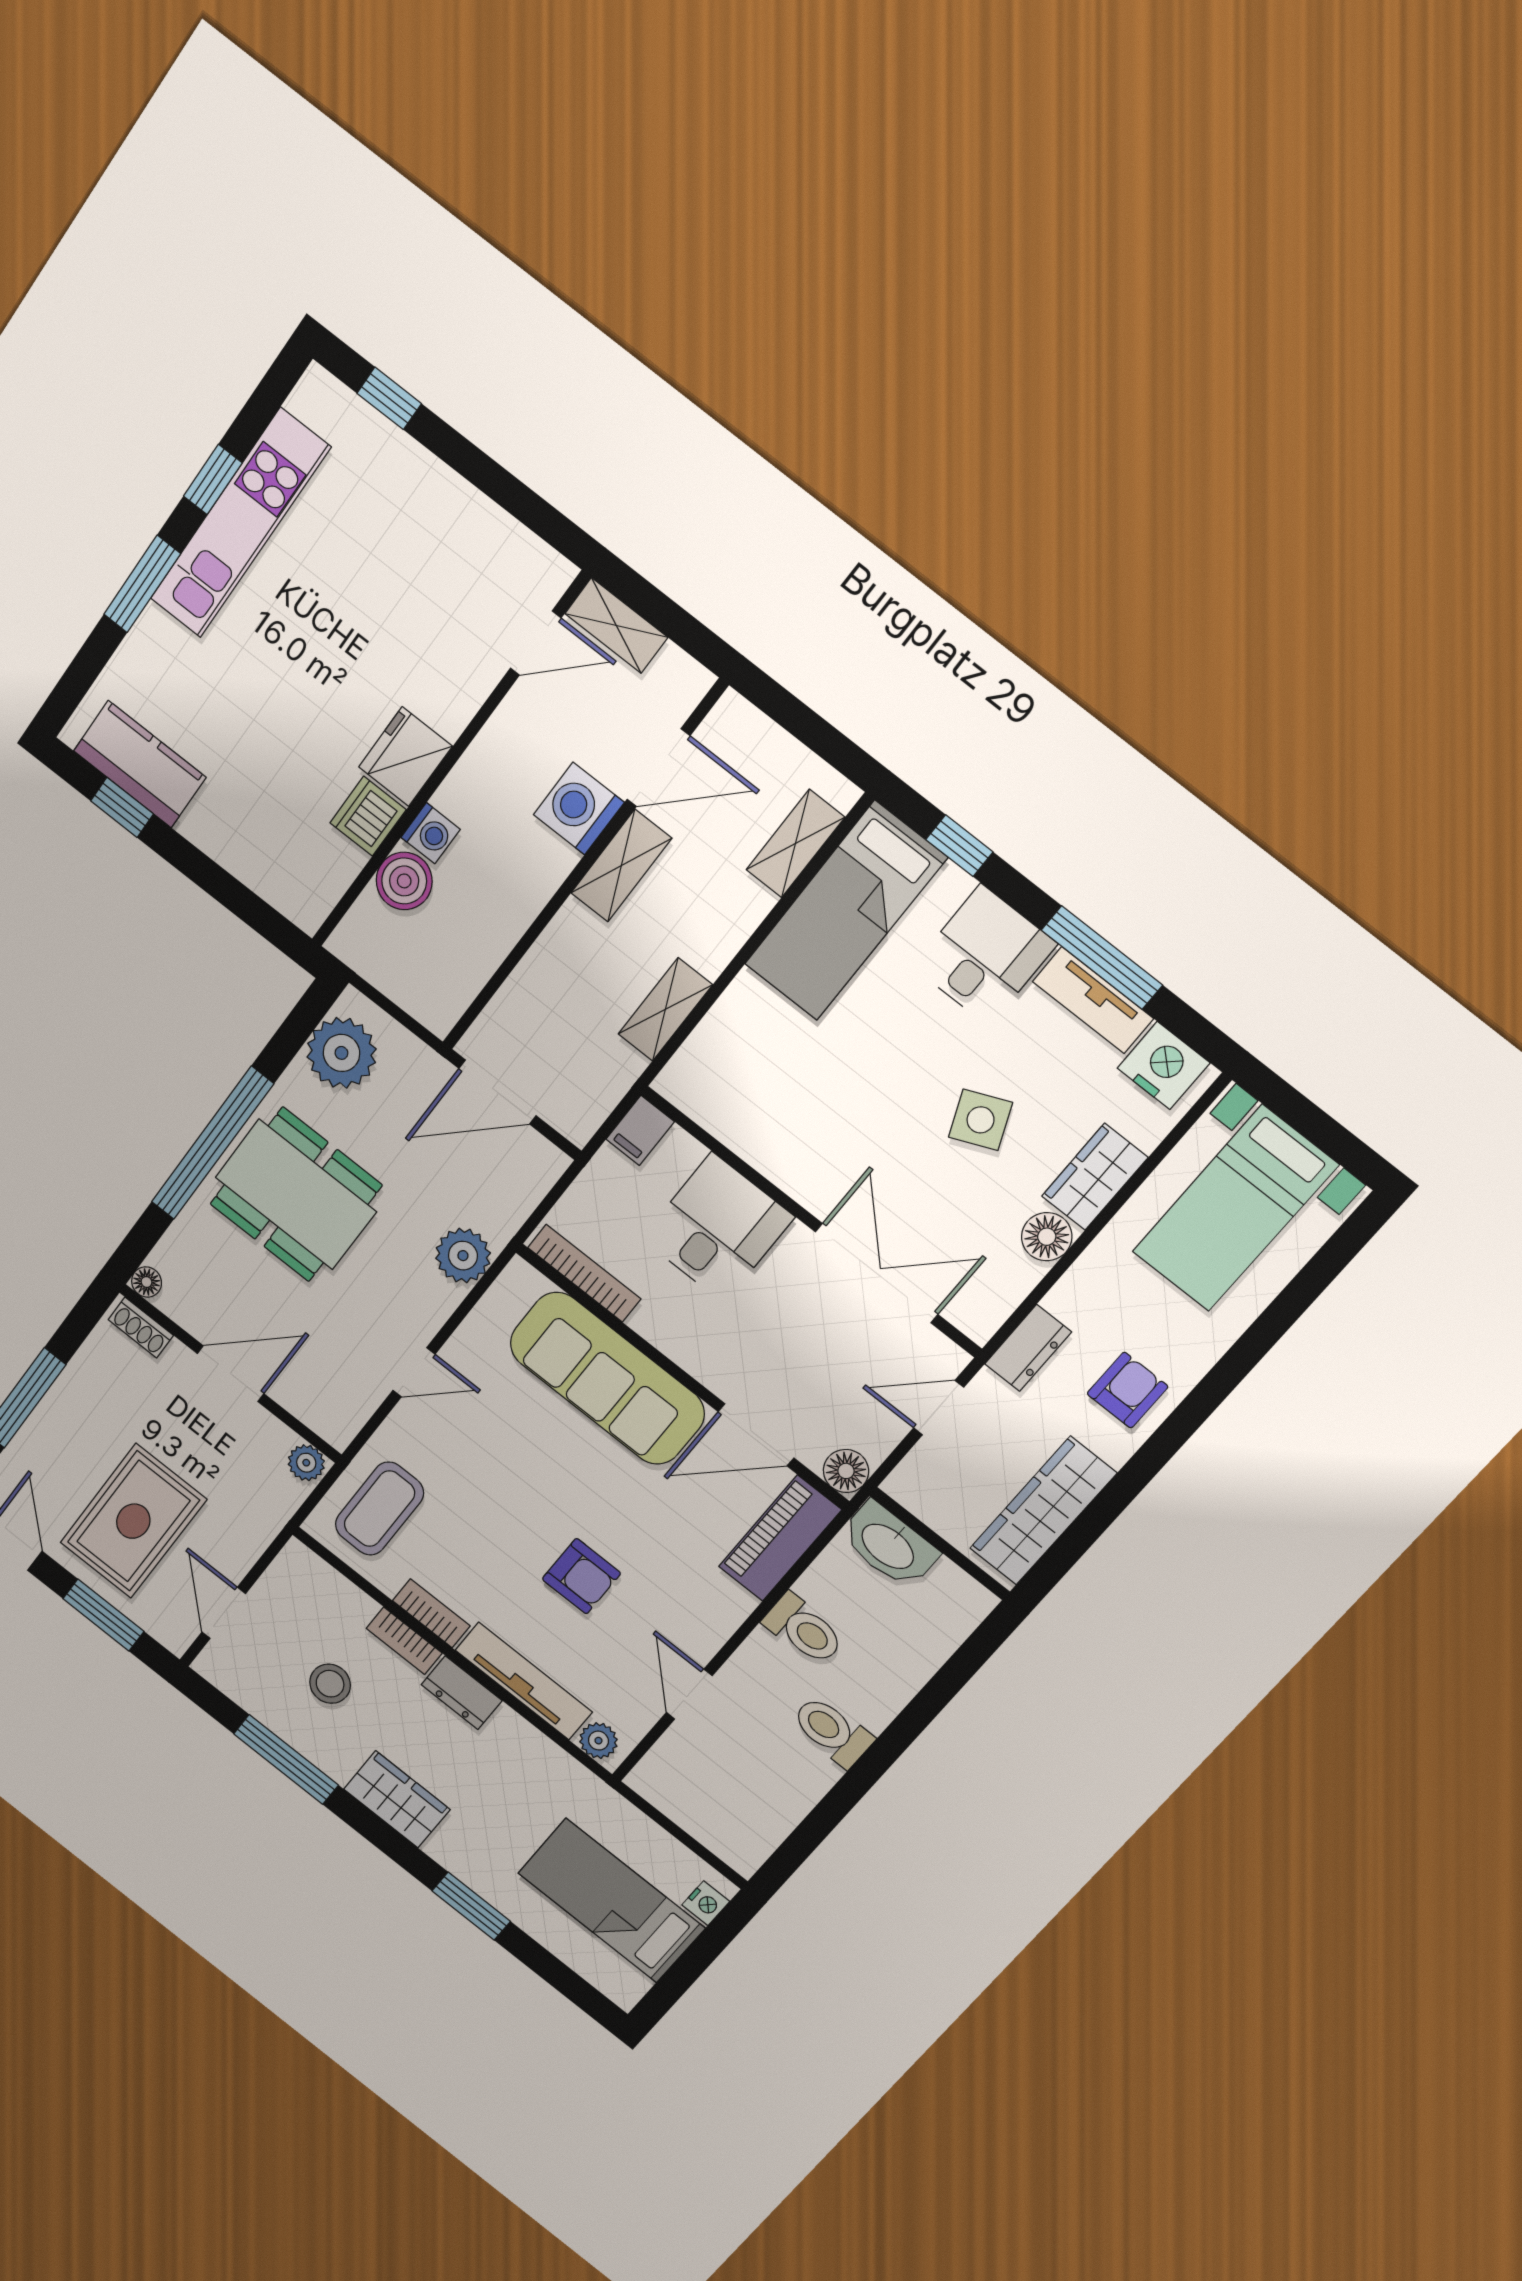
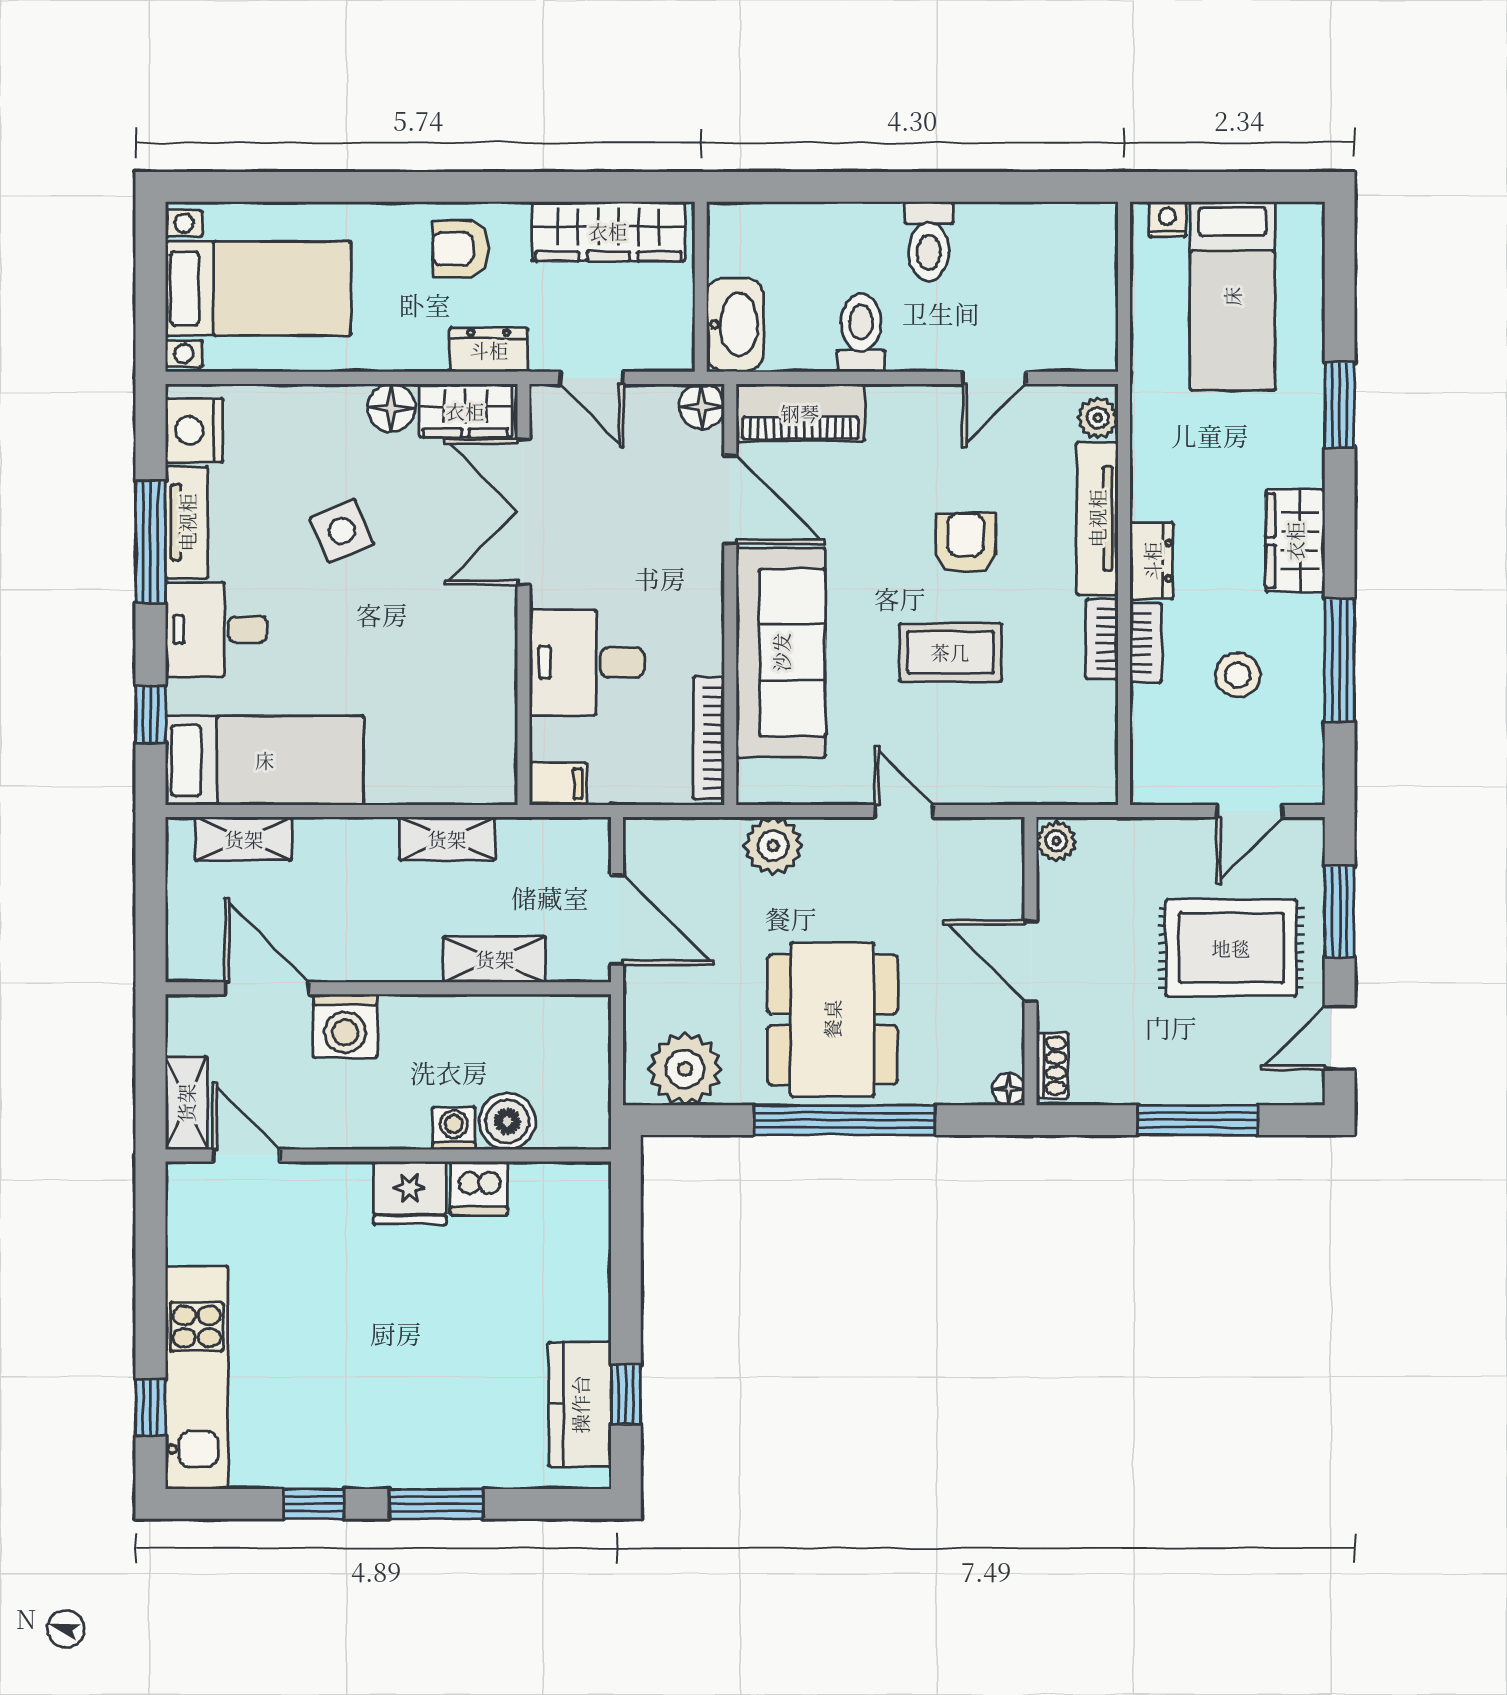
kitchen unit: (240, 523) -> (197, 1378), moved, turned 90
shelving: (621, 866) -> (495, 959), moved
wardrobe: (1095, 1177) -> (465, 411), moved
coffee table: (379, 1509) -> (950, 652), moved

